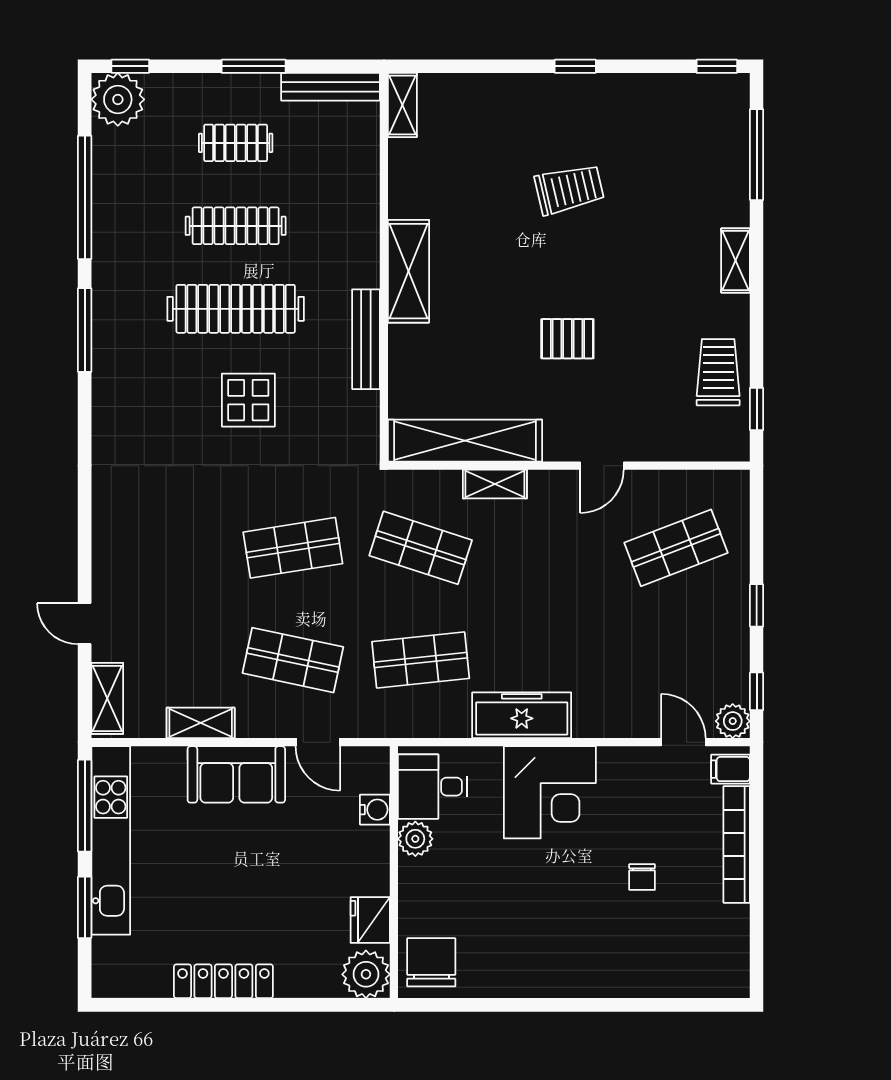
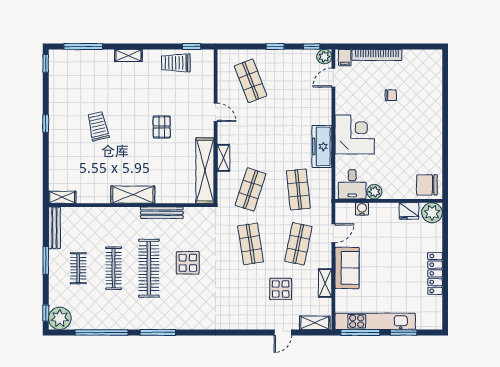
display table: (187, 618) -> (281, 289), added

